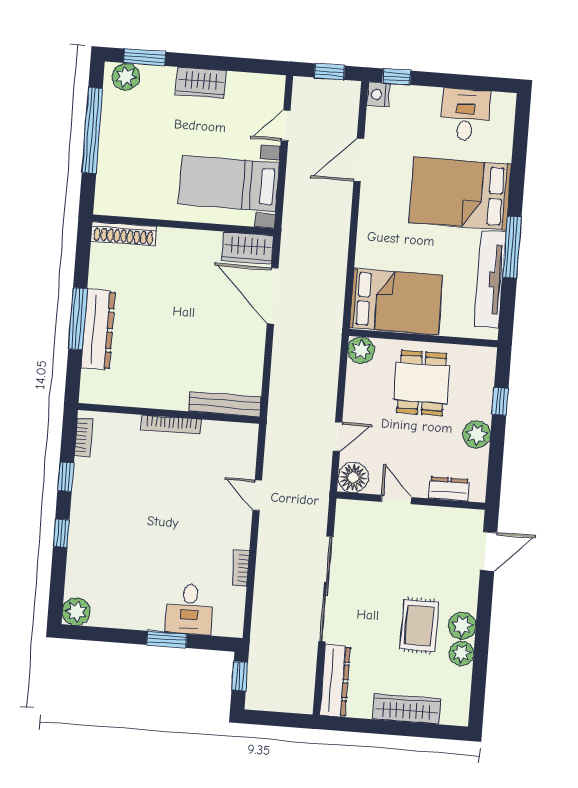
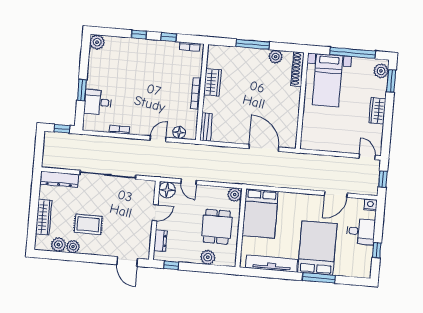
window: (397, 77) -> (377, 250), moved
desk: (465, 115) -> (361, 231), moved
door: (286, 126) -> (367, 157), moved
door: (359, 160) -> (336, 194), swing flipped
bed with nightstands: (229, 184) -> (328, 80), moved, turned 180
window: (512, 247) -> (319, 278), moved
wardrobe: (248, 248) -> (212, 82), moved, turned 180
plant: (101, 275) -> (276, 57), added
door: (273, 296) -> (264, 148), hinge flipped
dresser: (98, 329) -> (247, 55), removed
dining table: (422, 383) -> (217, 227), turned 90
window: (500, 401) -> (171, 265), moved
bench: (225, 404) -> (206, 127), width x0.73
plant: (477, 434) -> (208, 257), moved
floor lamp: (245, 456) -> (179, 133), added
plant: (462, 626) -> (58, 245), moved

